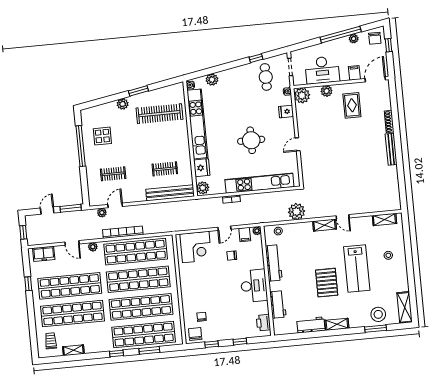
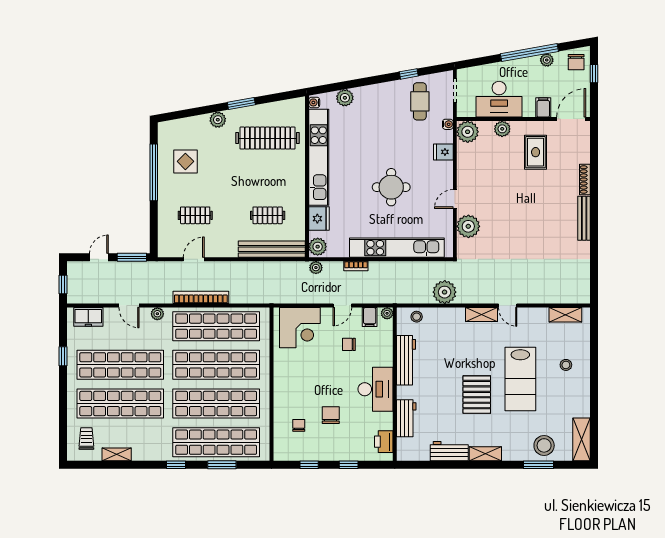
plant: (309, 163) -> (468, 226), added
plant: (102, 213) -> (316, 268), moved
chair: (195, 334) -> (331, 415), moved

